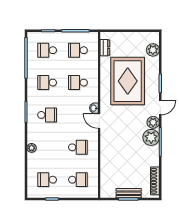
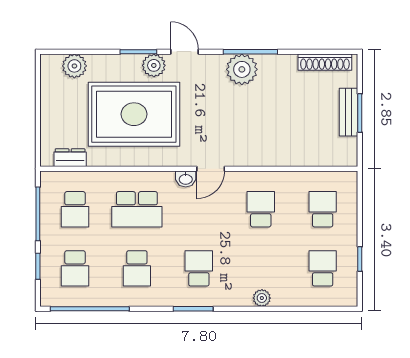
school desk: (78, 83) -> (137, 209), width x1.85
plant: (153, 122) -> (154, 65), moved
school desk: (47, 180) -> (323, 268), turned 180

